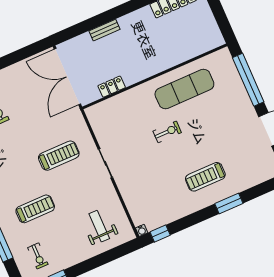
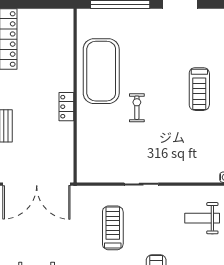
locker: (112, 87) -> (66, 107), moved
exercise mat: (184, 89) -> (101, 71), width x1.47

